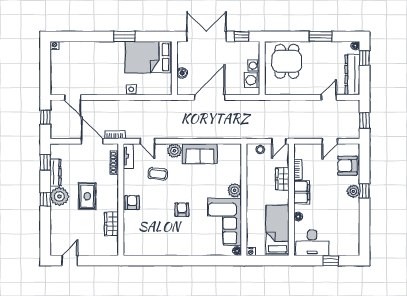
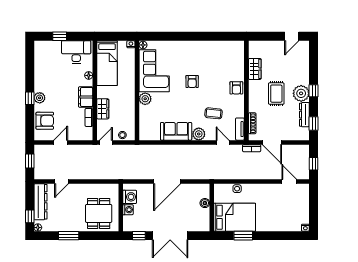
bed: (149, 57) -> (235, 217), moved
wall: (174, 68) -> (212, 207), moved
boiler: (182, 73) -> (205, 203), moved

